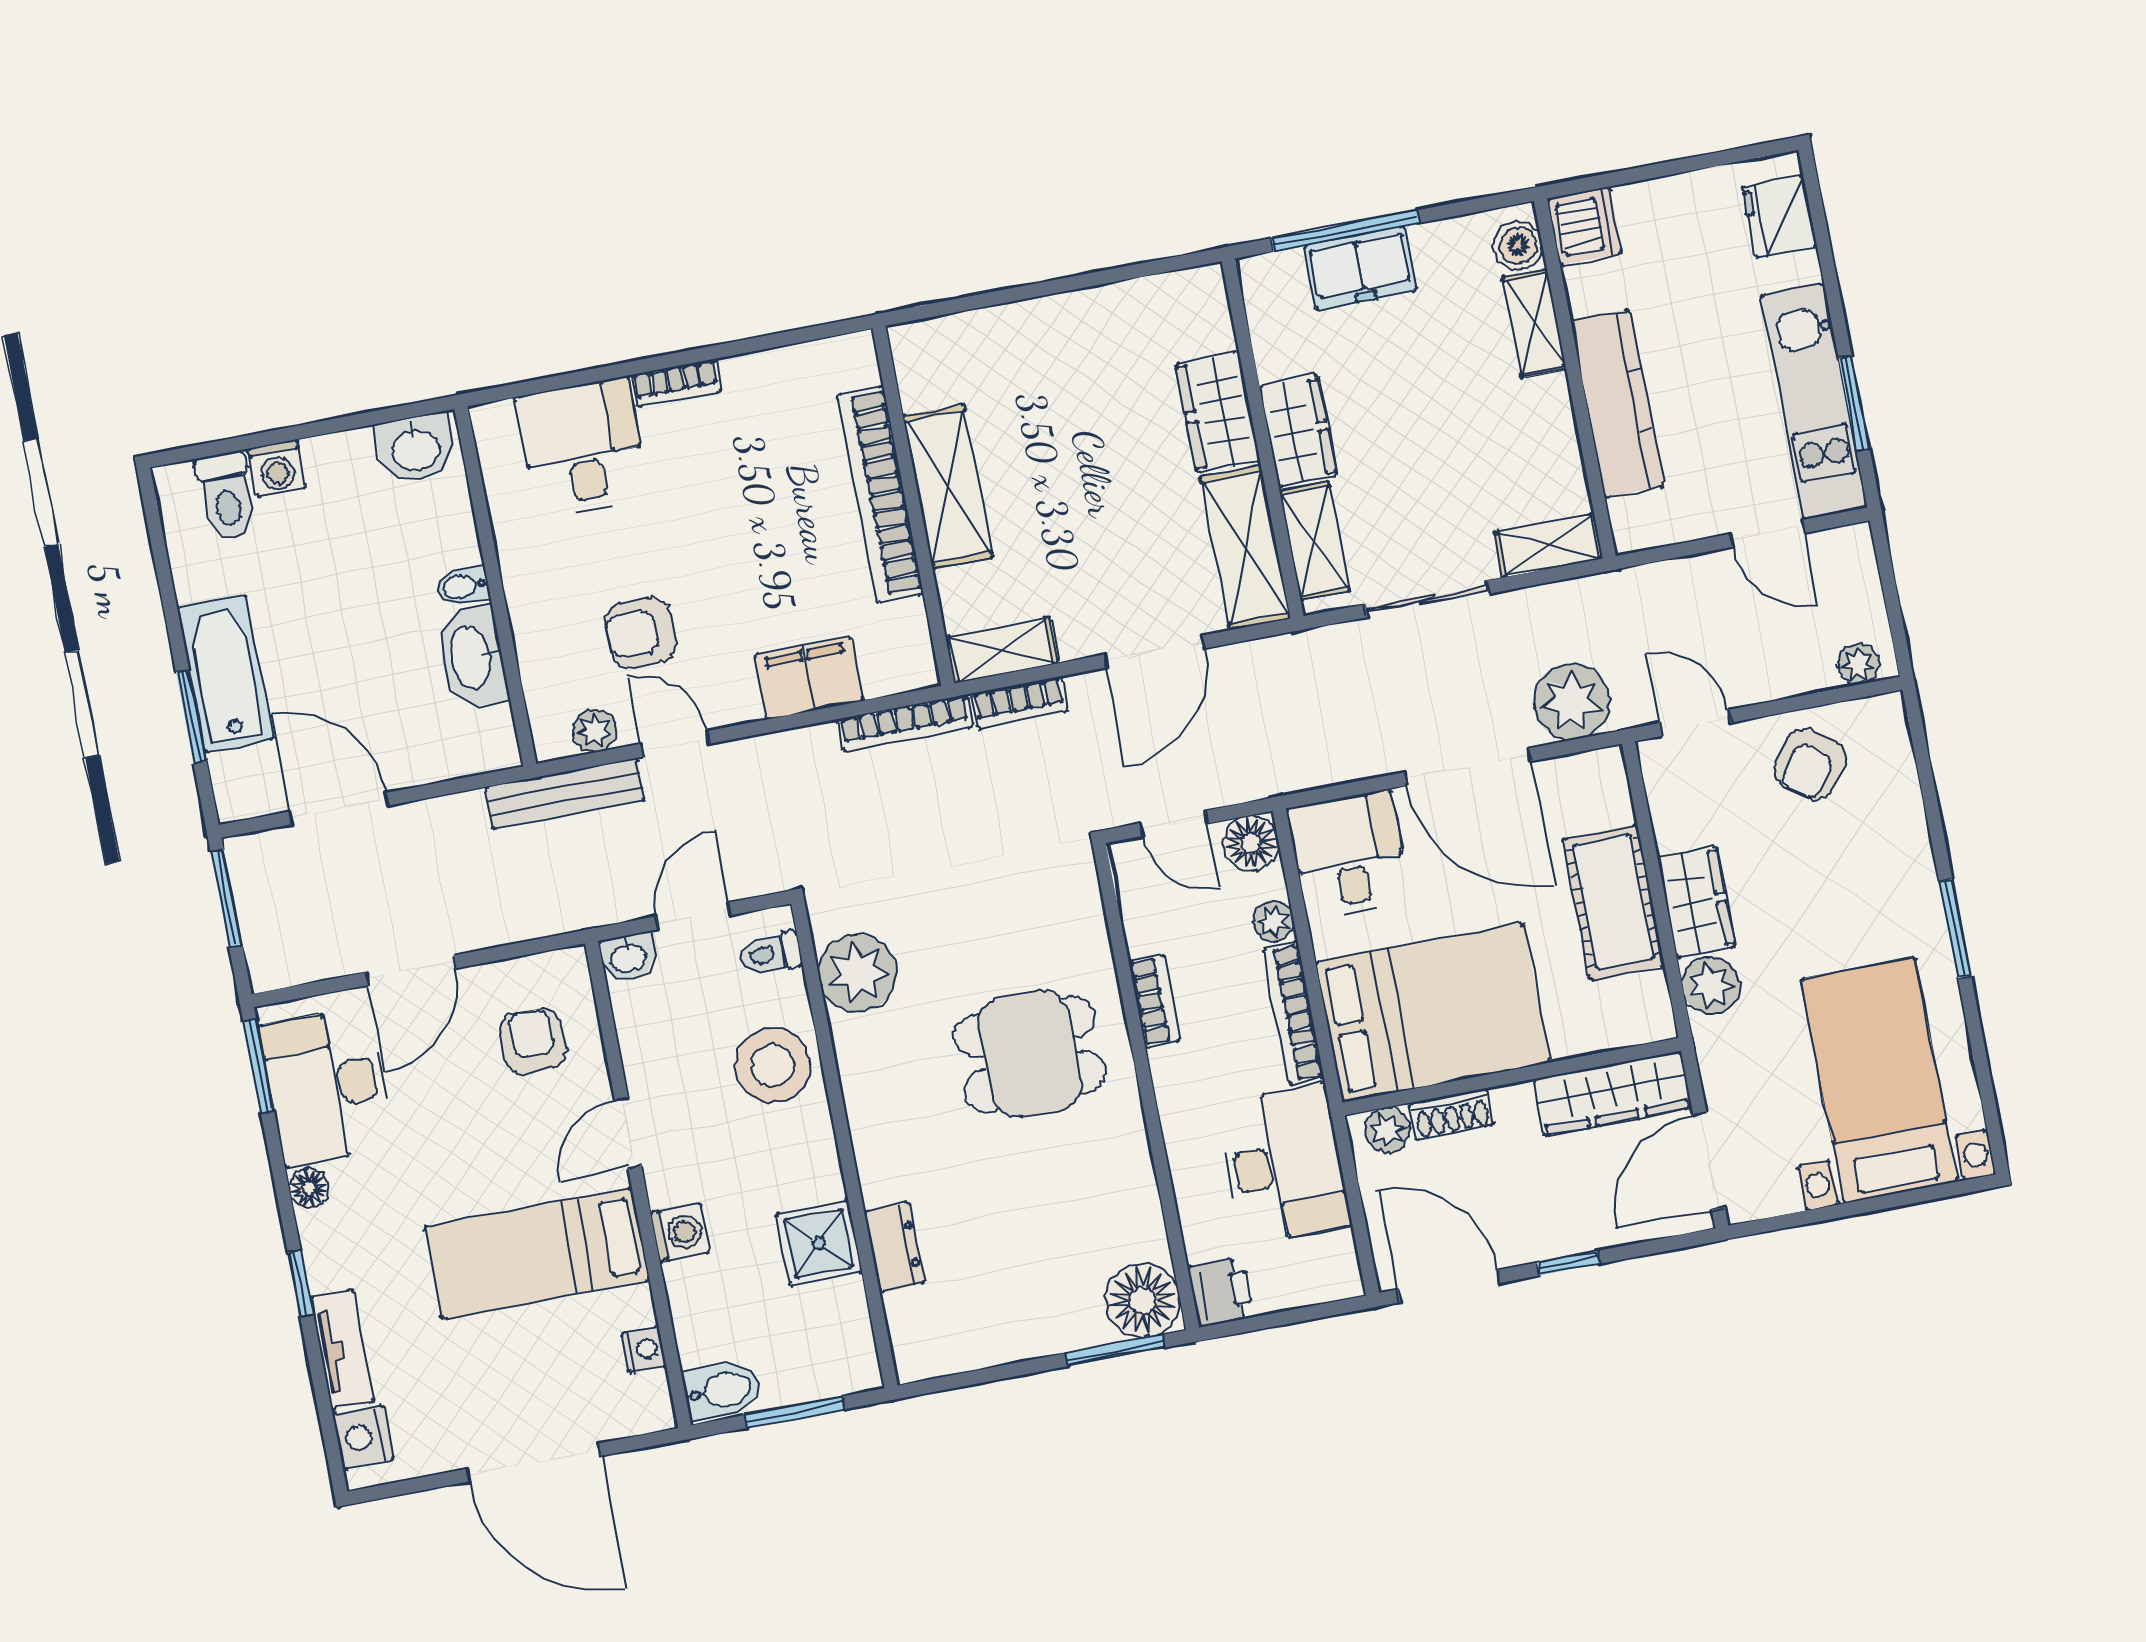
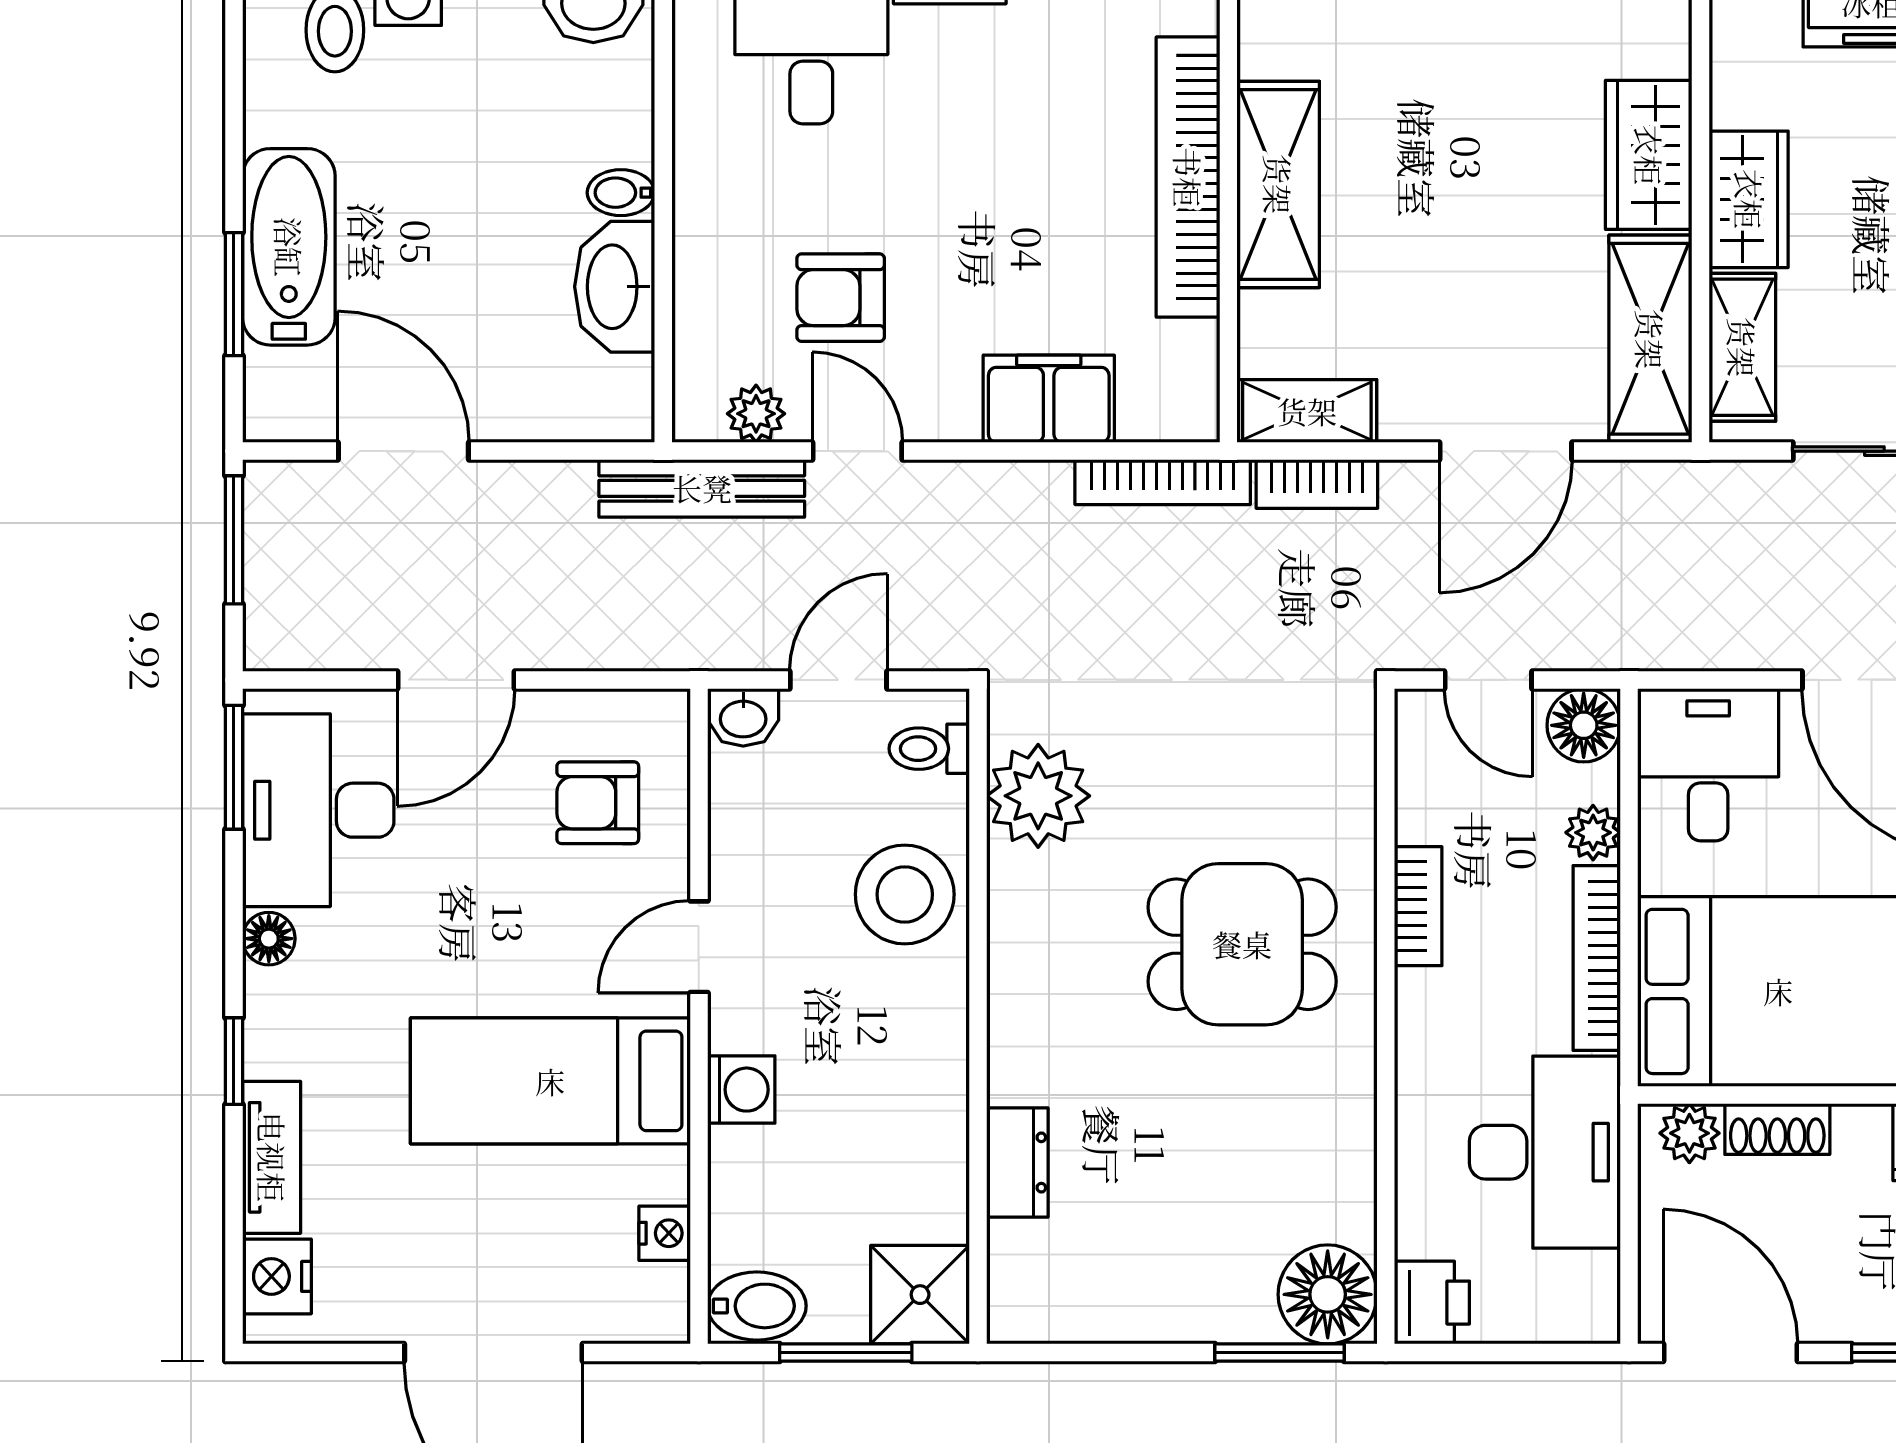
armchair: (533, 1041) -> (598, 803), turned -90
shower: (819, 1243) -> (920, 1295), moved

